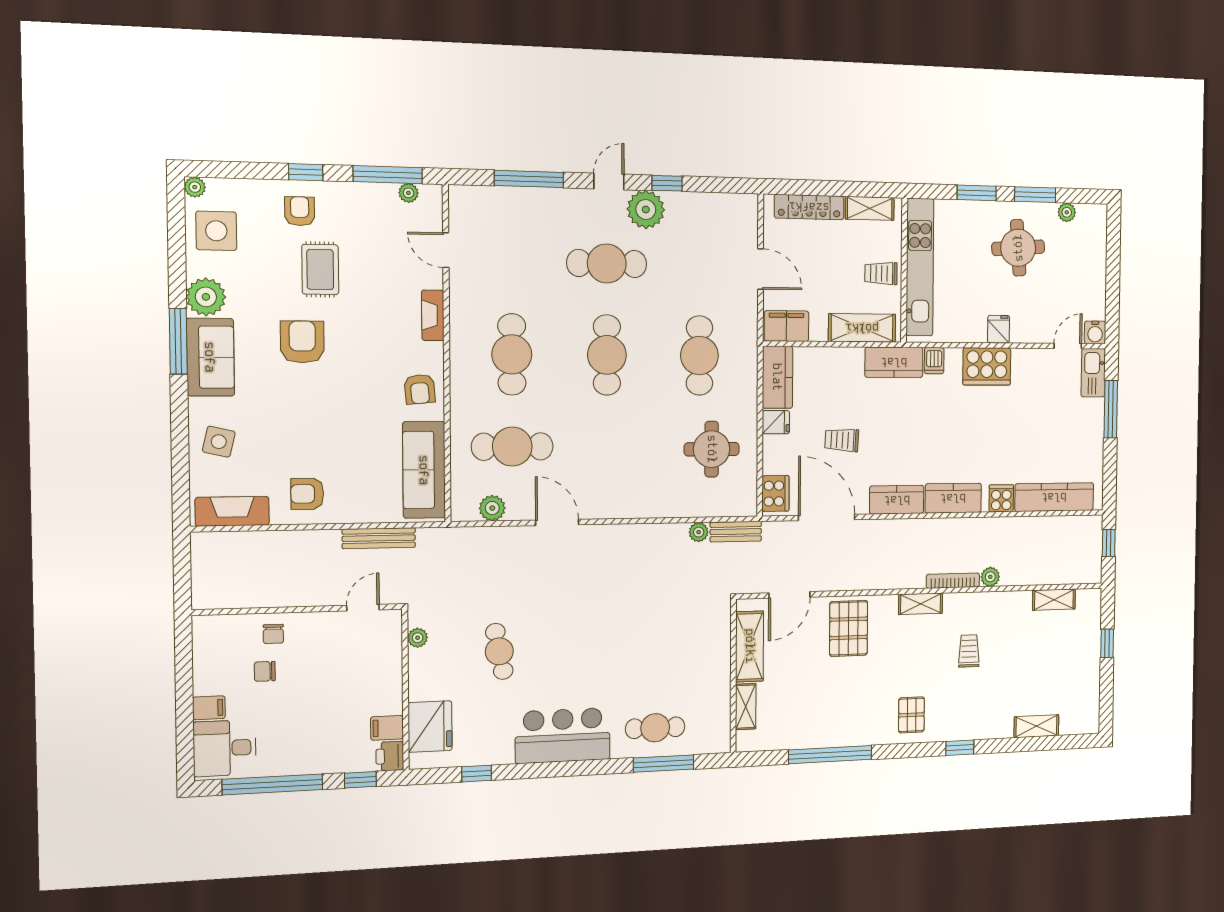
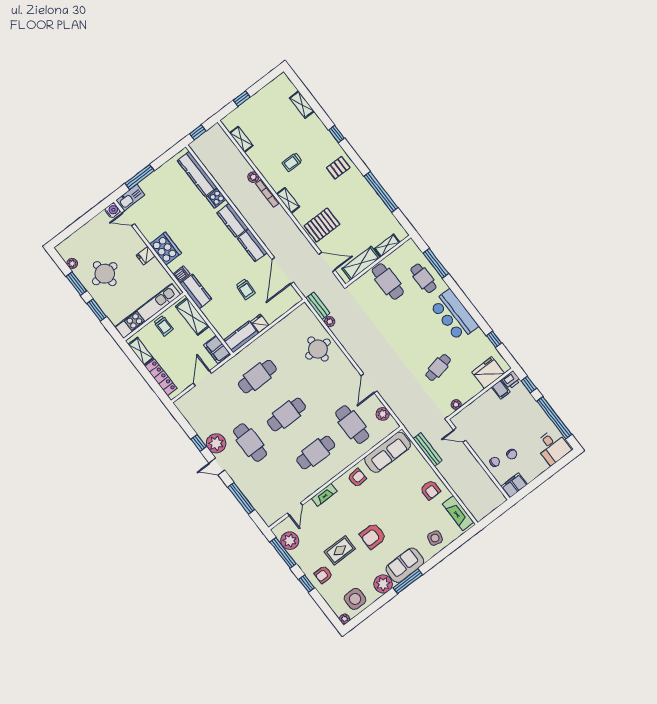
plant: (408, 193) -> (290, 541), width x1.87, depth x1.87
round table: (712, 449) -> (318, 349), moved
cooker: (775, 494) -> (289, 301), removed
cafe table: (692, 668) -> (388, 281), added
filing cabinet: (209, 708) -> (514, 486), moved, width x2.00

